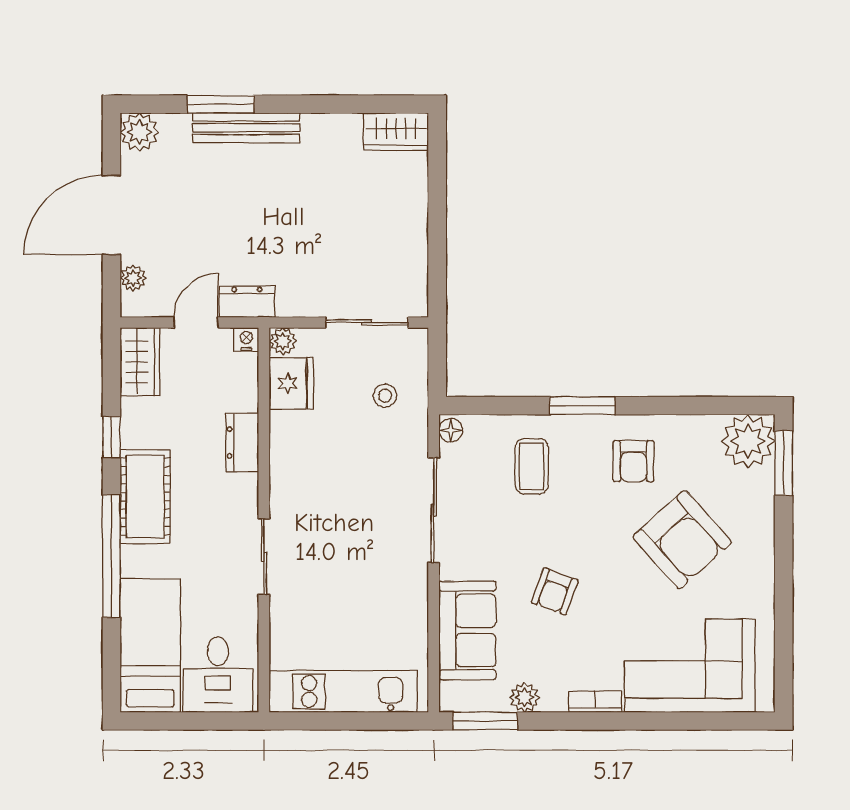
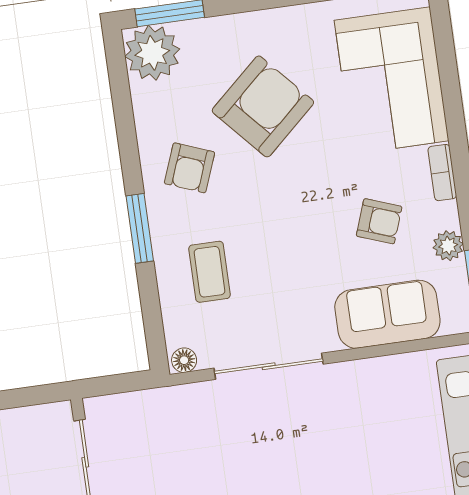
stool: (385, 396) -> (158, 433), removed
armchair: (633, 461) -> (189, 168), turned 111
coffee table: (532, 466) -> (210, 272), turned 90
armchair: (555, 591) -> (379, 221), moved

